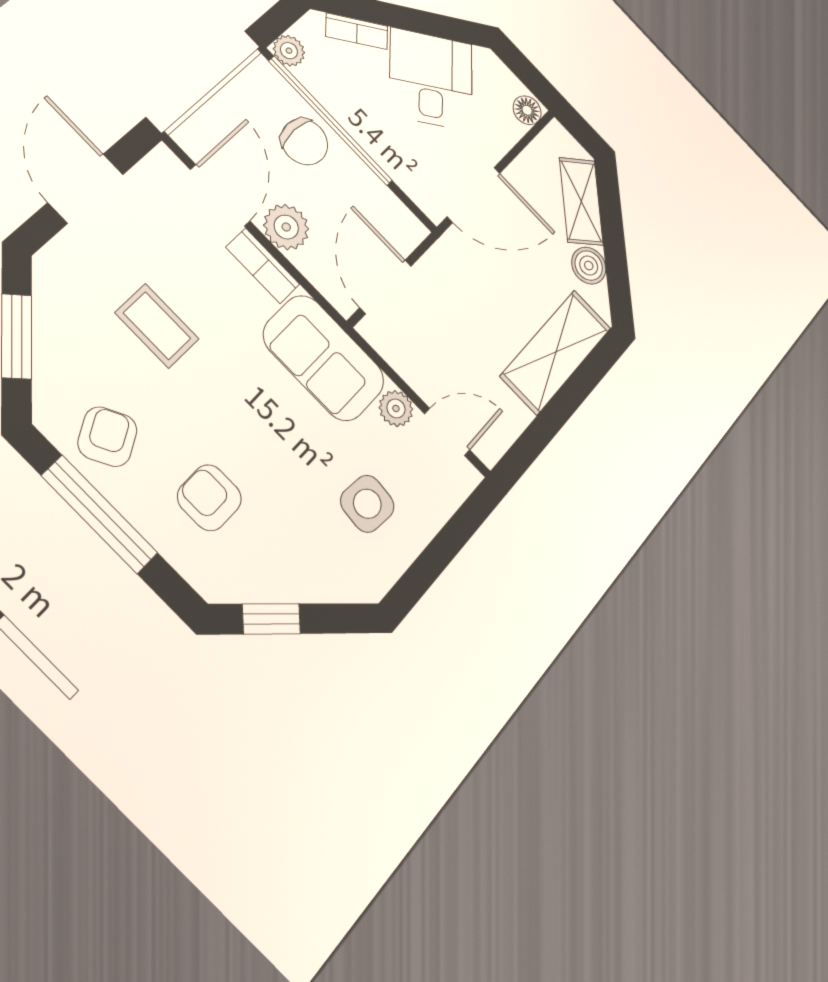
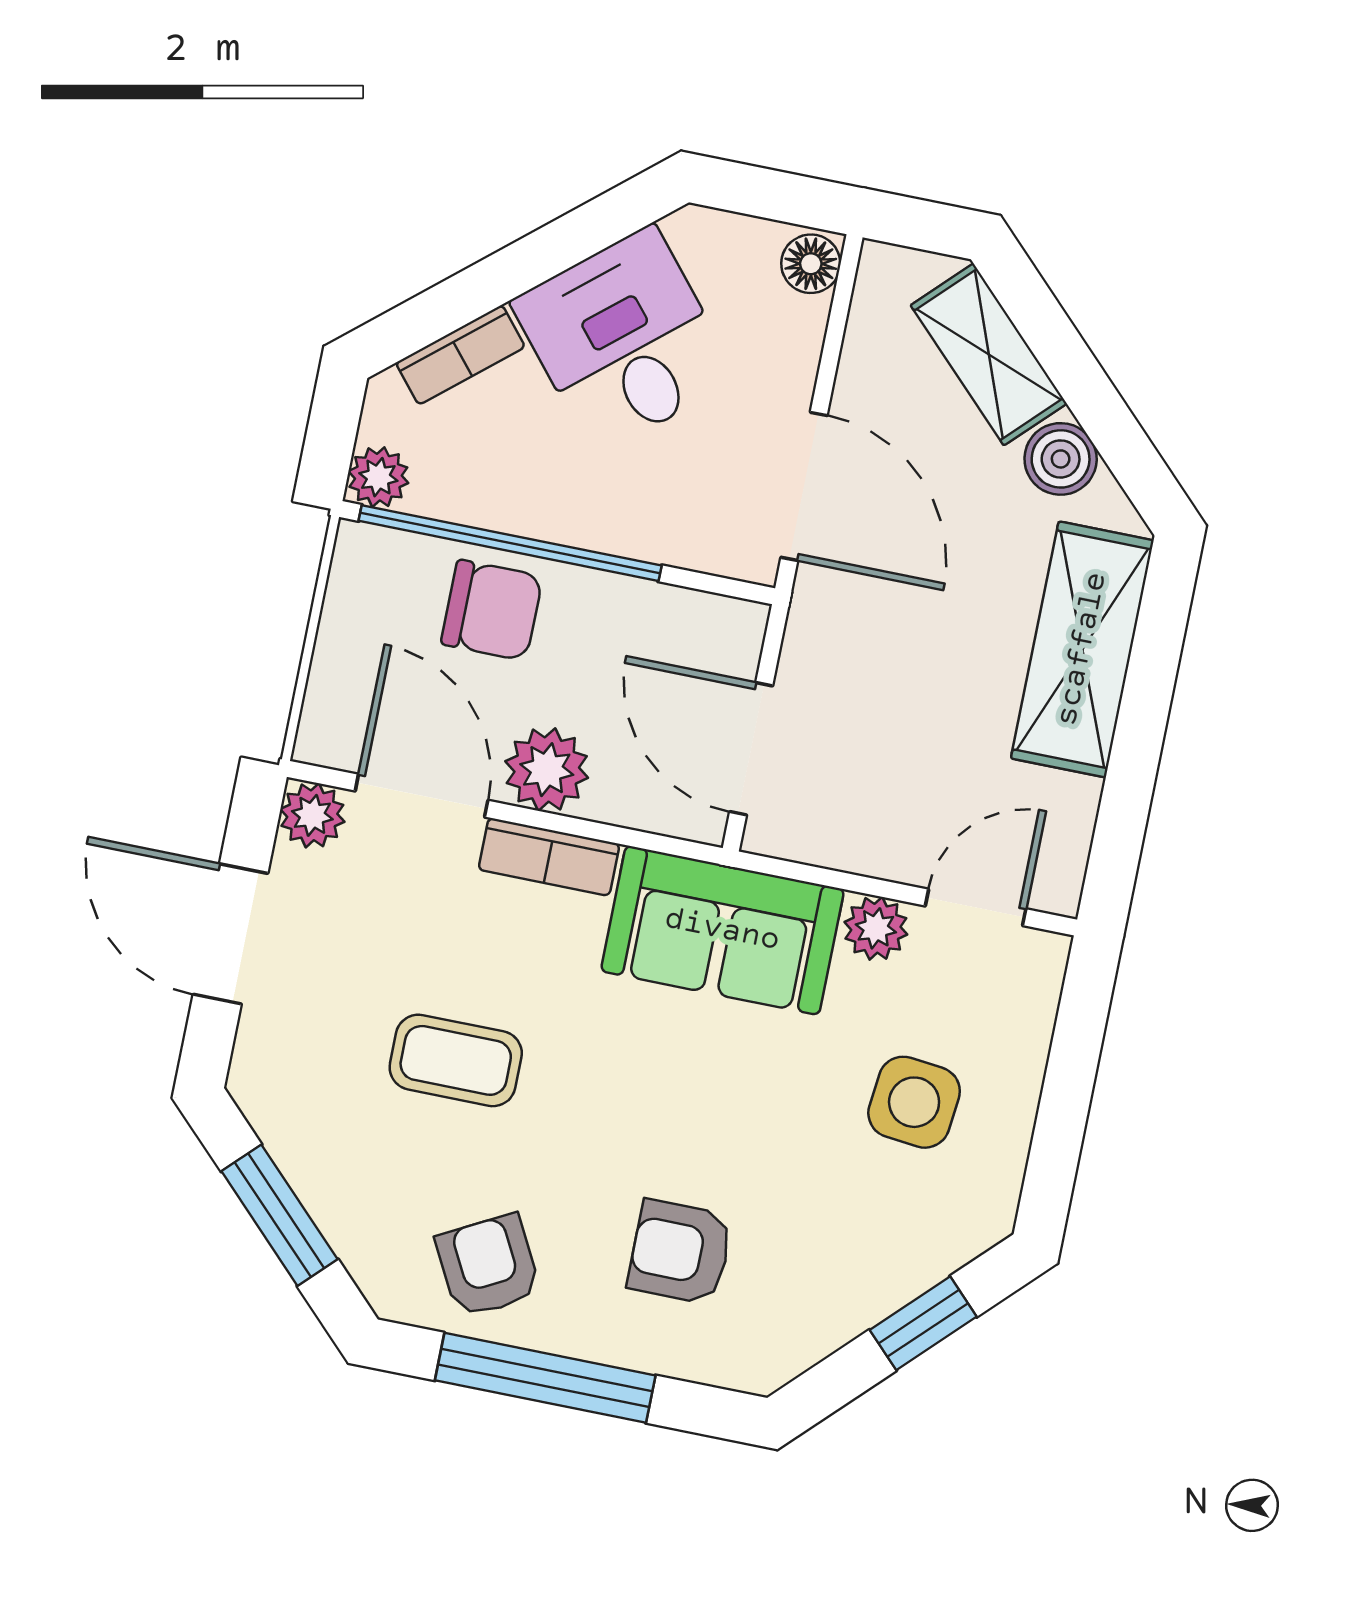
plant: (162, 166) -> (312, 815), added
door: (474, 195) -> (804, 486), hinge flipped
window: (271, 619) -> (923, 1323), moved

